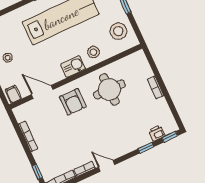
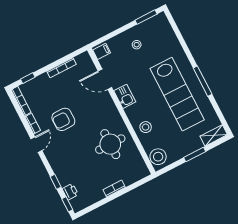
stool: (118, 31) -> (158, 157), moved
kitchen sink: (73, 67) -> (125, 96), moved
door: (42, 92) -> (105, 79), swing flipped
armchair: (73, 102) -> (63, 119), moved

